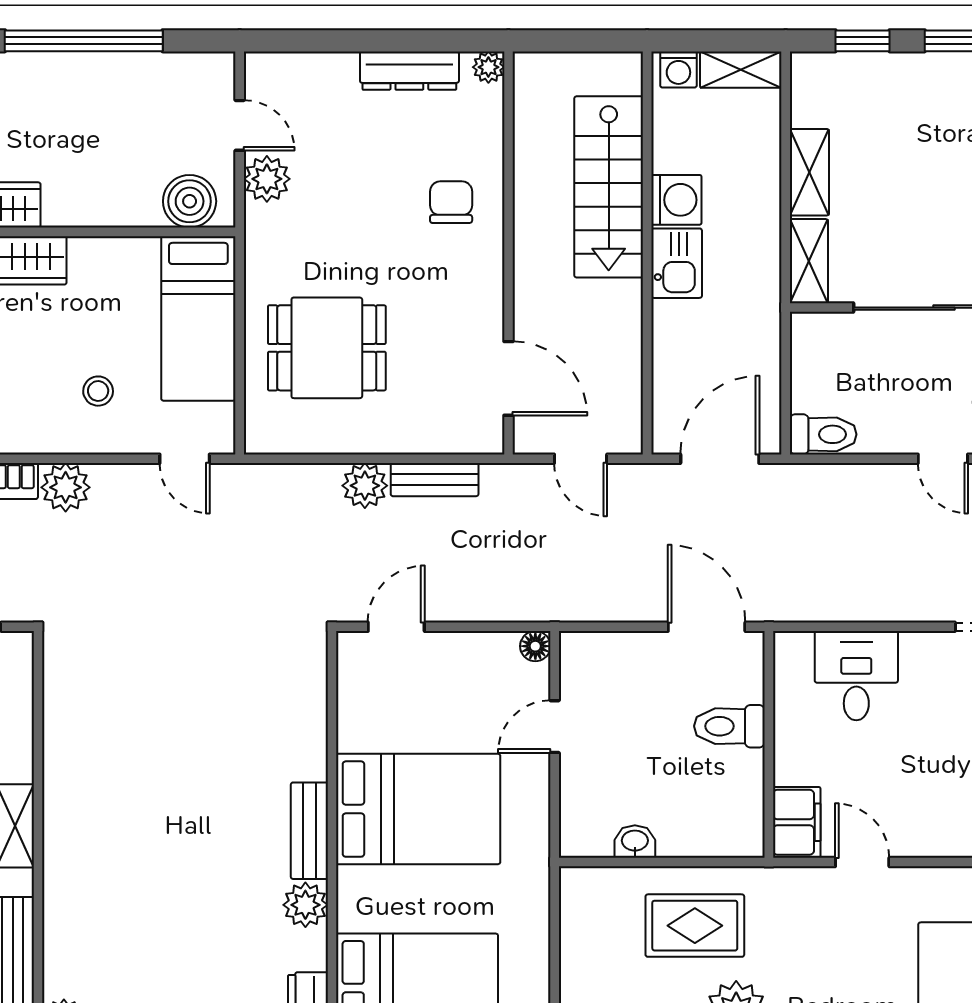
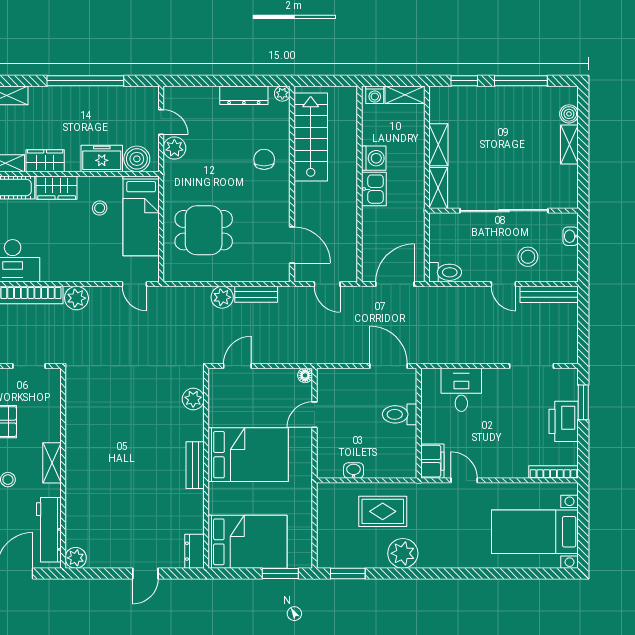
stairs: (609, 187) -> (311, 137), moved, turned 180
freezer: (117, 200) -> (102, 158), added
stool: (98, 391) -> (100, 208), moved
plant: (305, 905) -> (193, 399), moved

